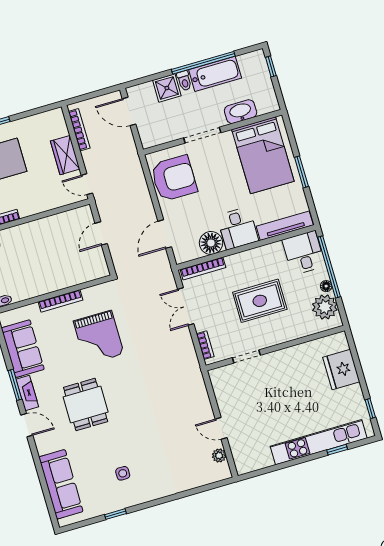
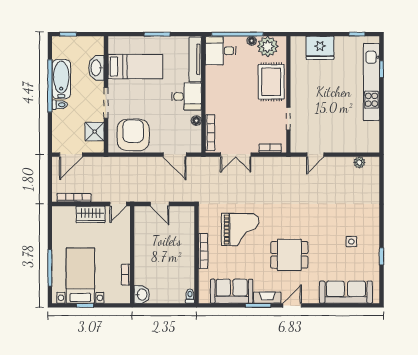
shower: (167, 88) -> (95, 132), moved
bed: (263, 155) -> (135, 66), width x0.67
floor lamp: (211, 243) -> (196, 121), width x0.53, depth x0.53
rug: (260, 301) -> (271, 82), moved
door: (221, 428) -> (315, 155), moved

